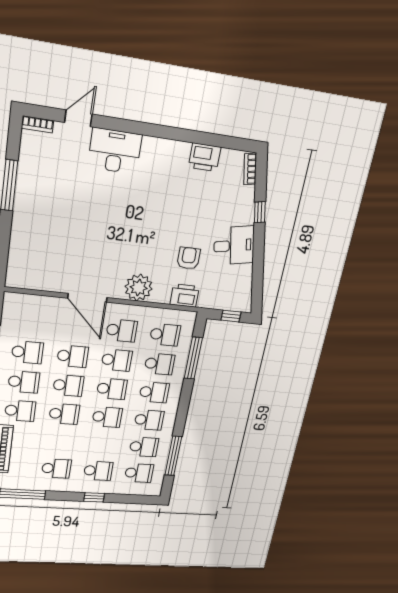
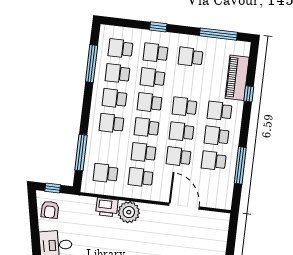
armchair: (189, 258) -> (50, 210), moved
printer: (185, 295) -> (107, 207), moved
door: (87, 298) -> (184, 206), moved
school desk: (159, 364) -> (153, 78), moved

